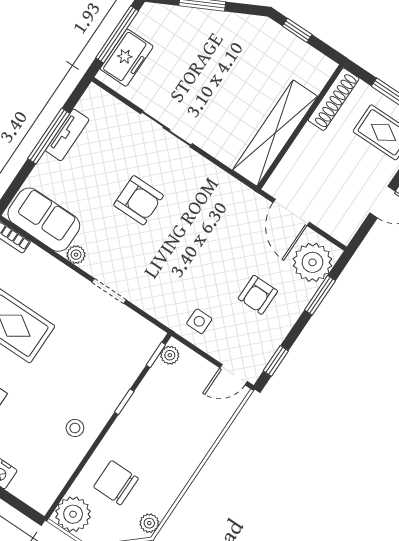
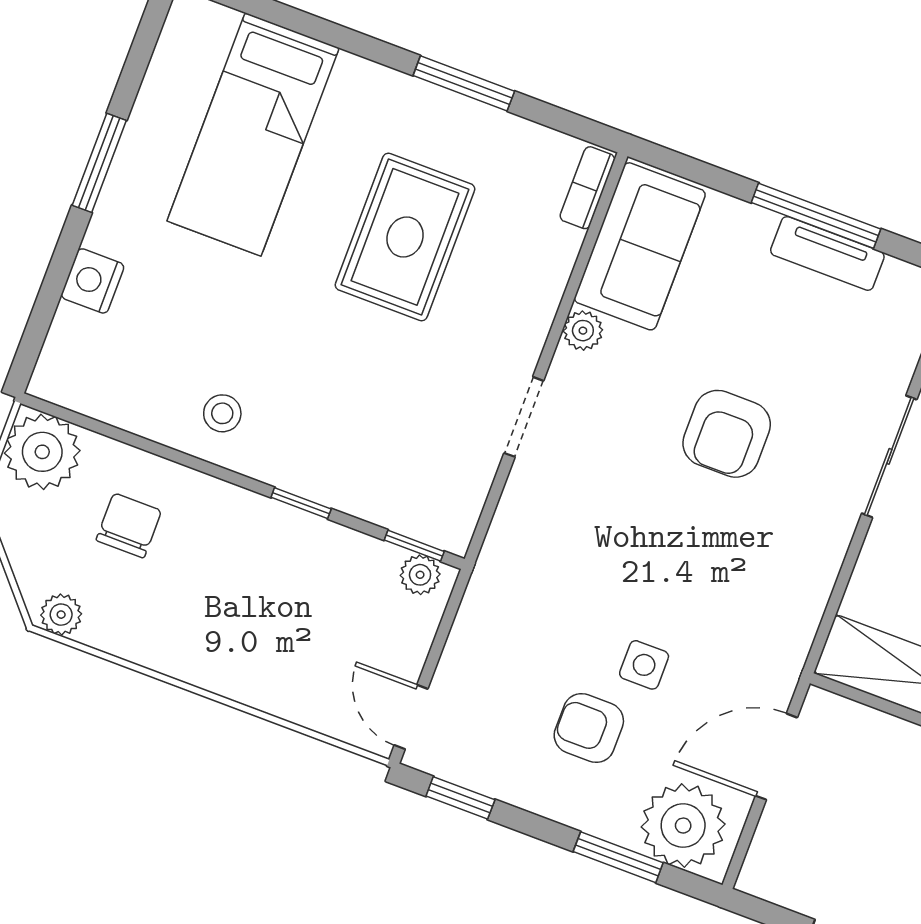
side table: (199, 321) -> (644, 665), moved
chair: (116, 483) -> (129, 525), width x0.73, depth x0.73

